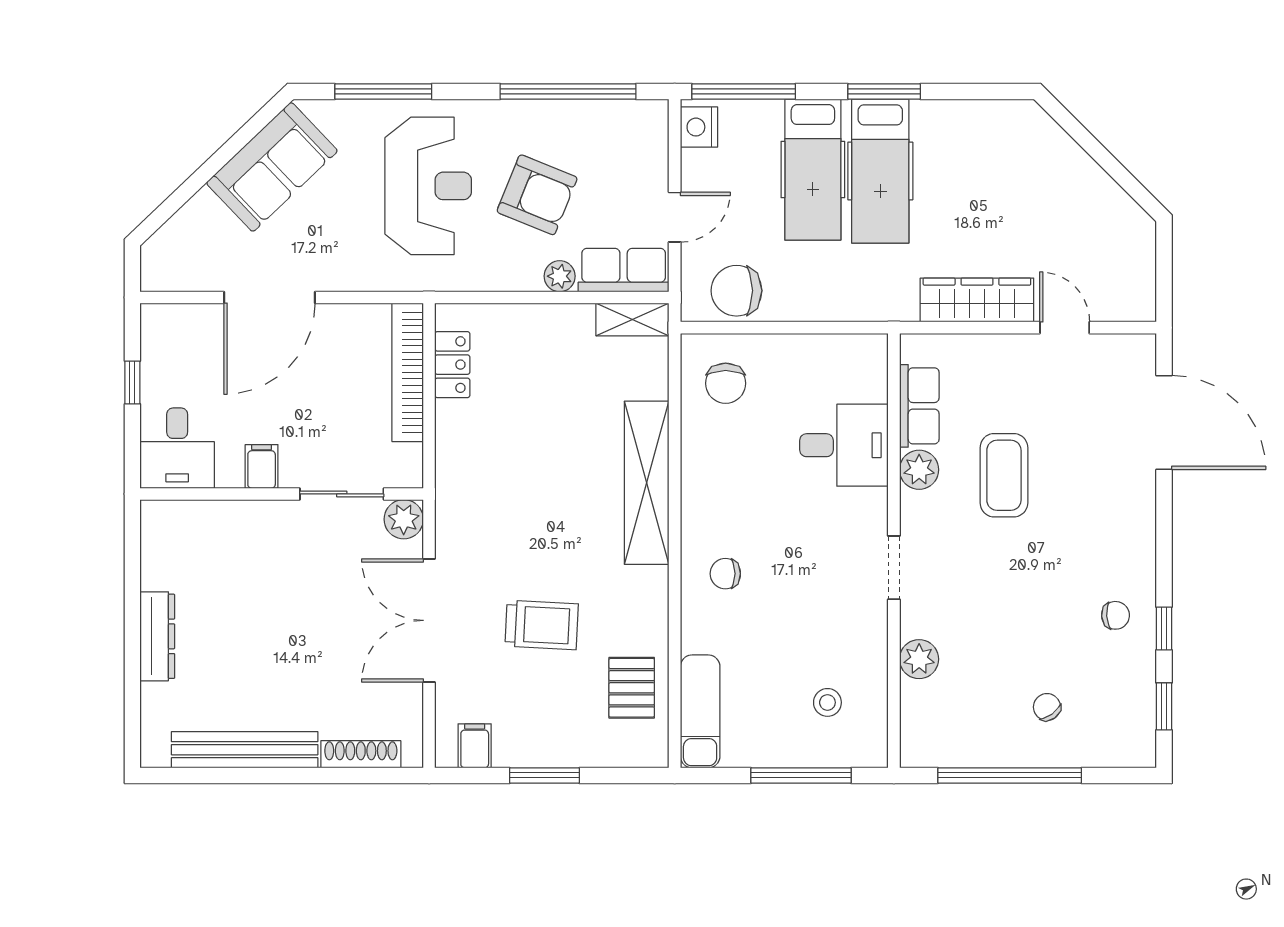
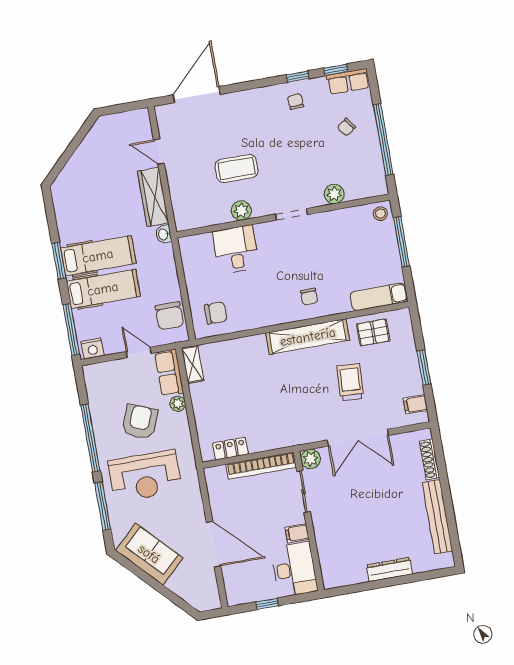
window: (568, 91) -> (90, 438), moved
reception desk: (428, 186) -> (145, 476), turned 180
washbasin: (899, 308) -> (163, 234), added
door: (1065, 328) -> (159, 152), hinge flipped
bookcase: (408, 372) -> (261, 466), moved
row of seats: (919, 406) -> (348, 81), moved, turned 180
desk: (177, 448) -> (294, 569), width x1.37
shelving: (647, 483) -> (308, 337), moved
stool: (827, 702) -> (380, 214), moved

